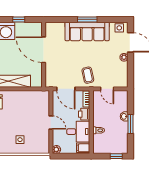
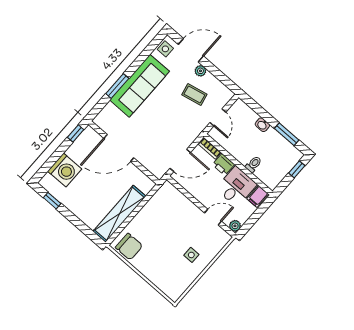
window: (19, 19) -> (76, 134), moved
window: (87, 19) -> (117, 86), moved
coffee table: (88, 75) -> (194, 94), moved
door: (107, 89) -> (218, 117), hinge flipped
door: (51, 123) -> (213, 217), moved
window: (131, 124) -> (287, 134), moved

